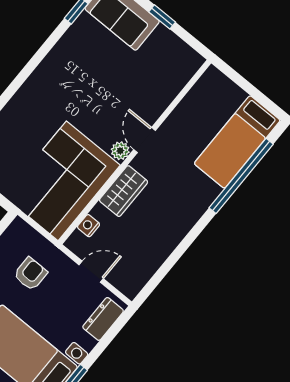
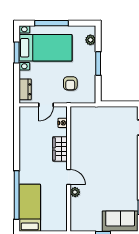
plant: (120, 151) -> (75, 192), moved
corner sofa: (62, 181) -> (89, 132), removed

